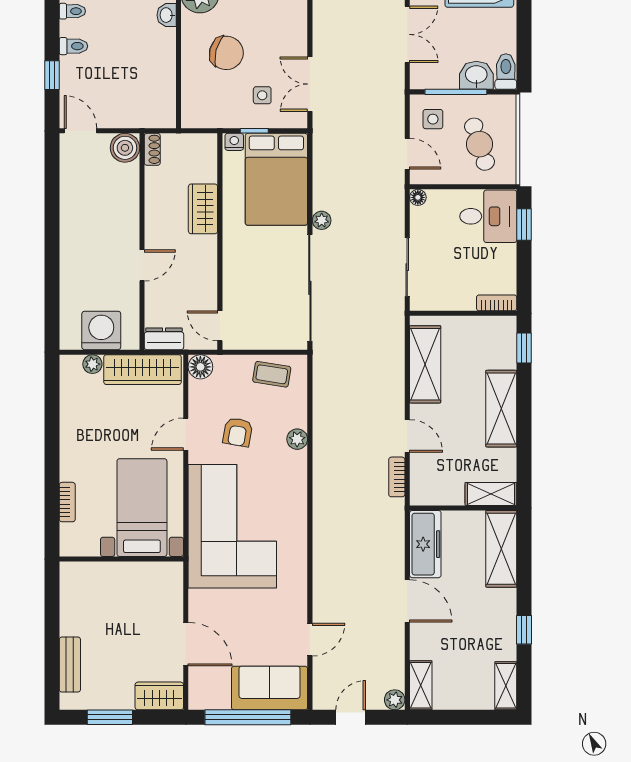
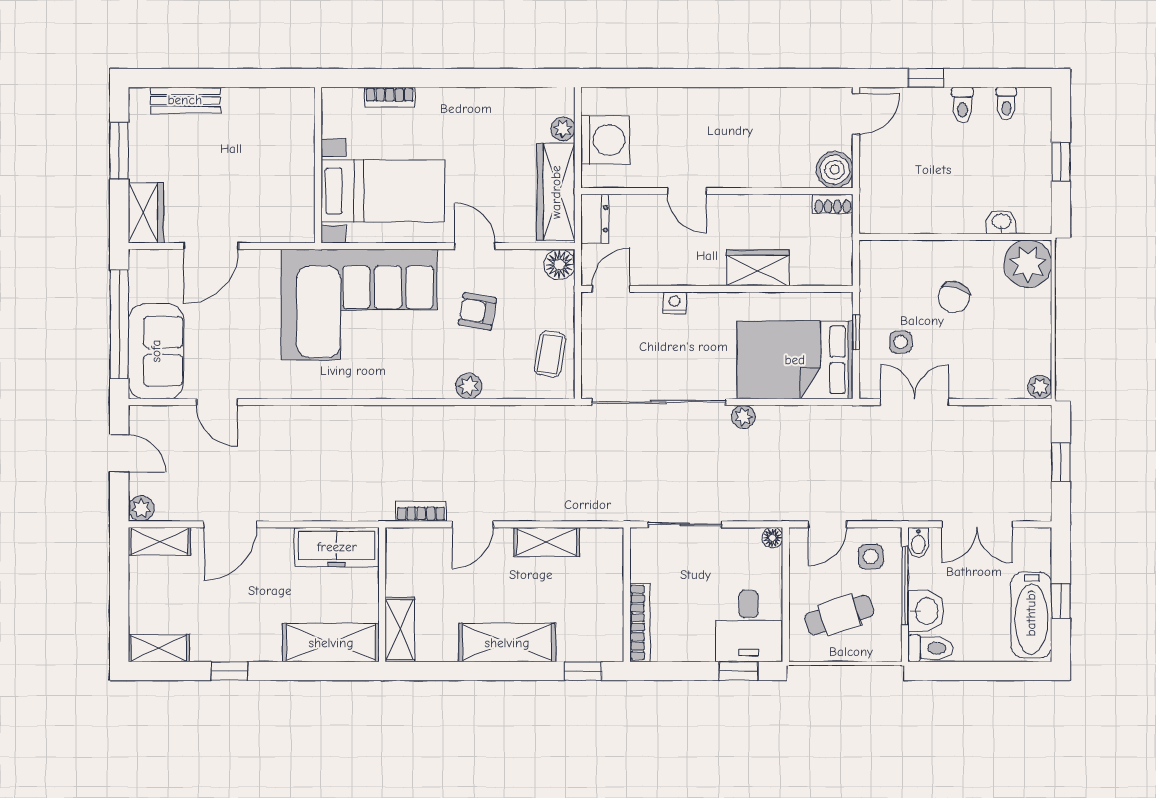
chair: (226, 53) -> (954, 297), width x0.73, depth x0.73
bidet: (422, 81) -> (918, 542), added
nightstand: (234, 142) -> (675, 303), moved, turned -90
bookcase: (497, 303) -> (640, 622), width x1.56
shelving: (425, 364) -> (546, 542), width x0.67, depth x0.75
door: (407, 601) -> (230, 524), moved

